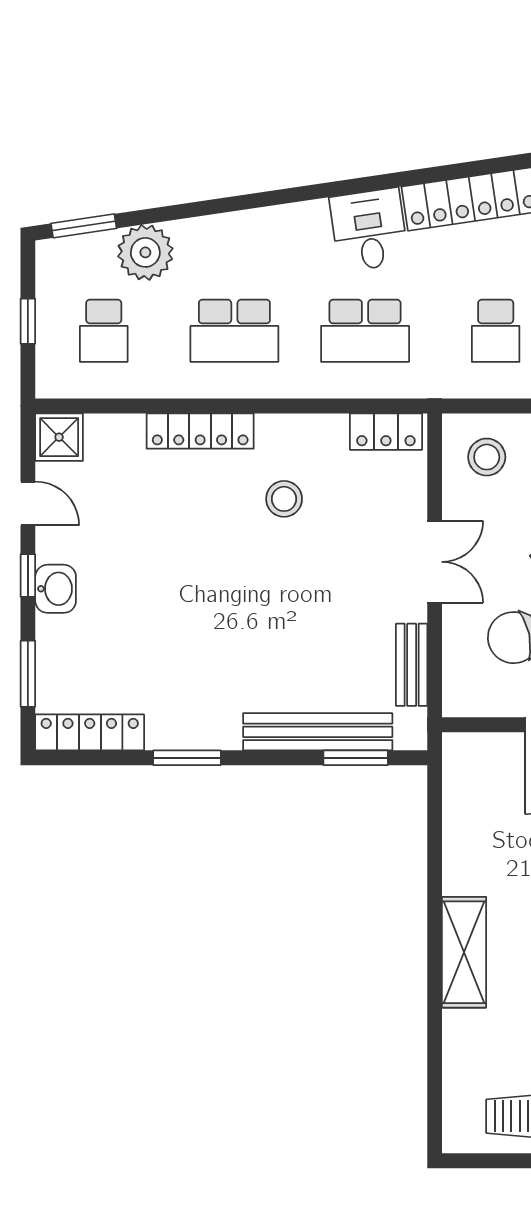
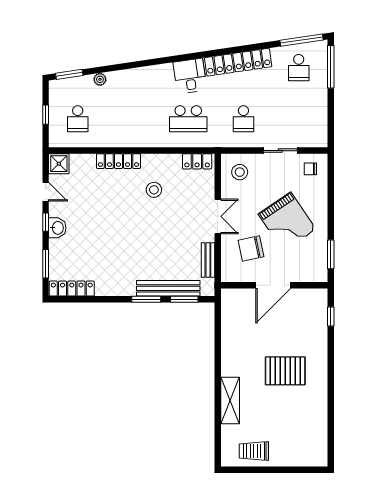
plant: (145, 252) -> (100, 79), width x0.53, depth x0.53
school desk: (234, 331) -> (133, 119), removed
window: (187, 758) -> (146, 299), moved
shelving: (464, 952) -> (230, 400), moved

